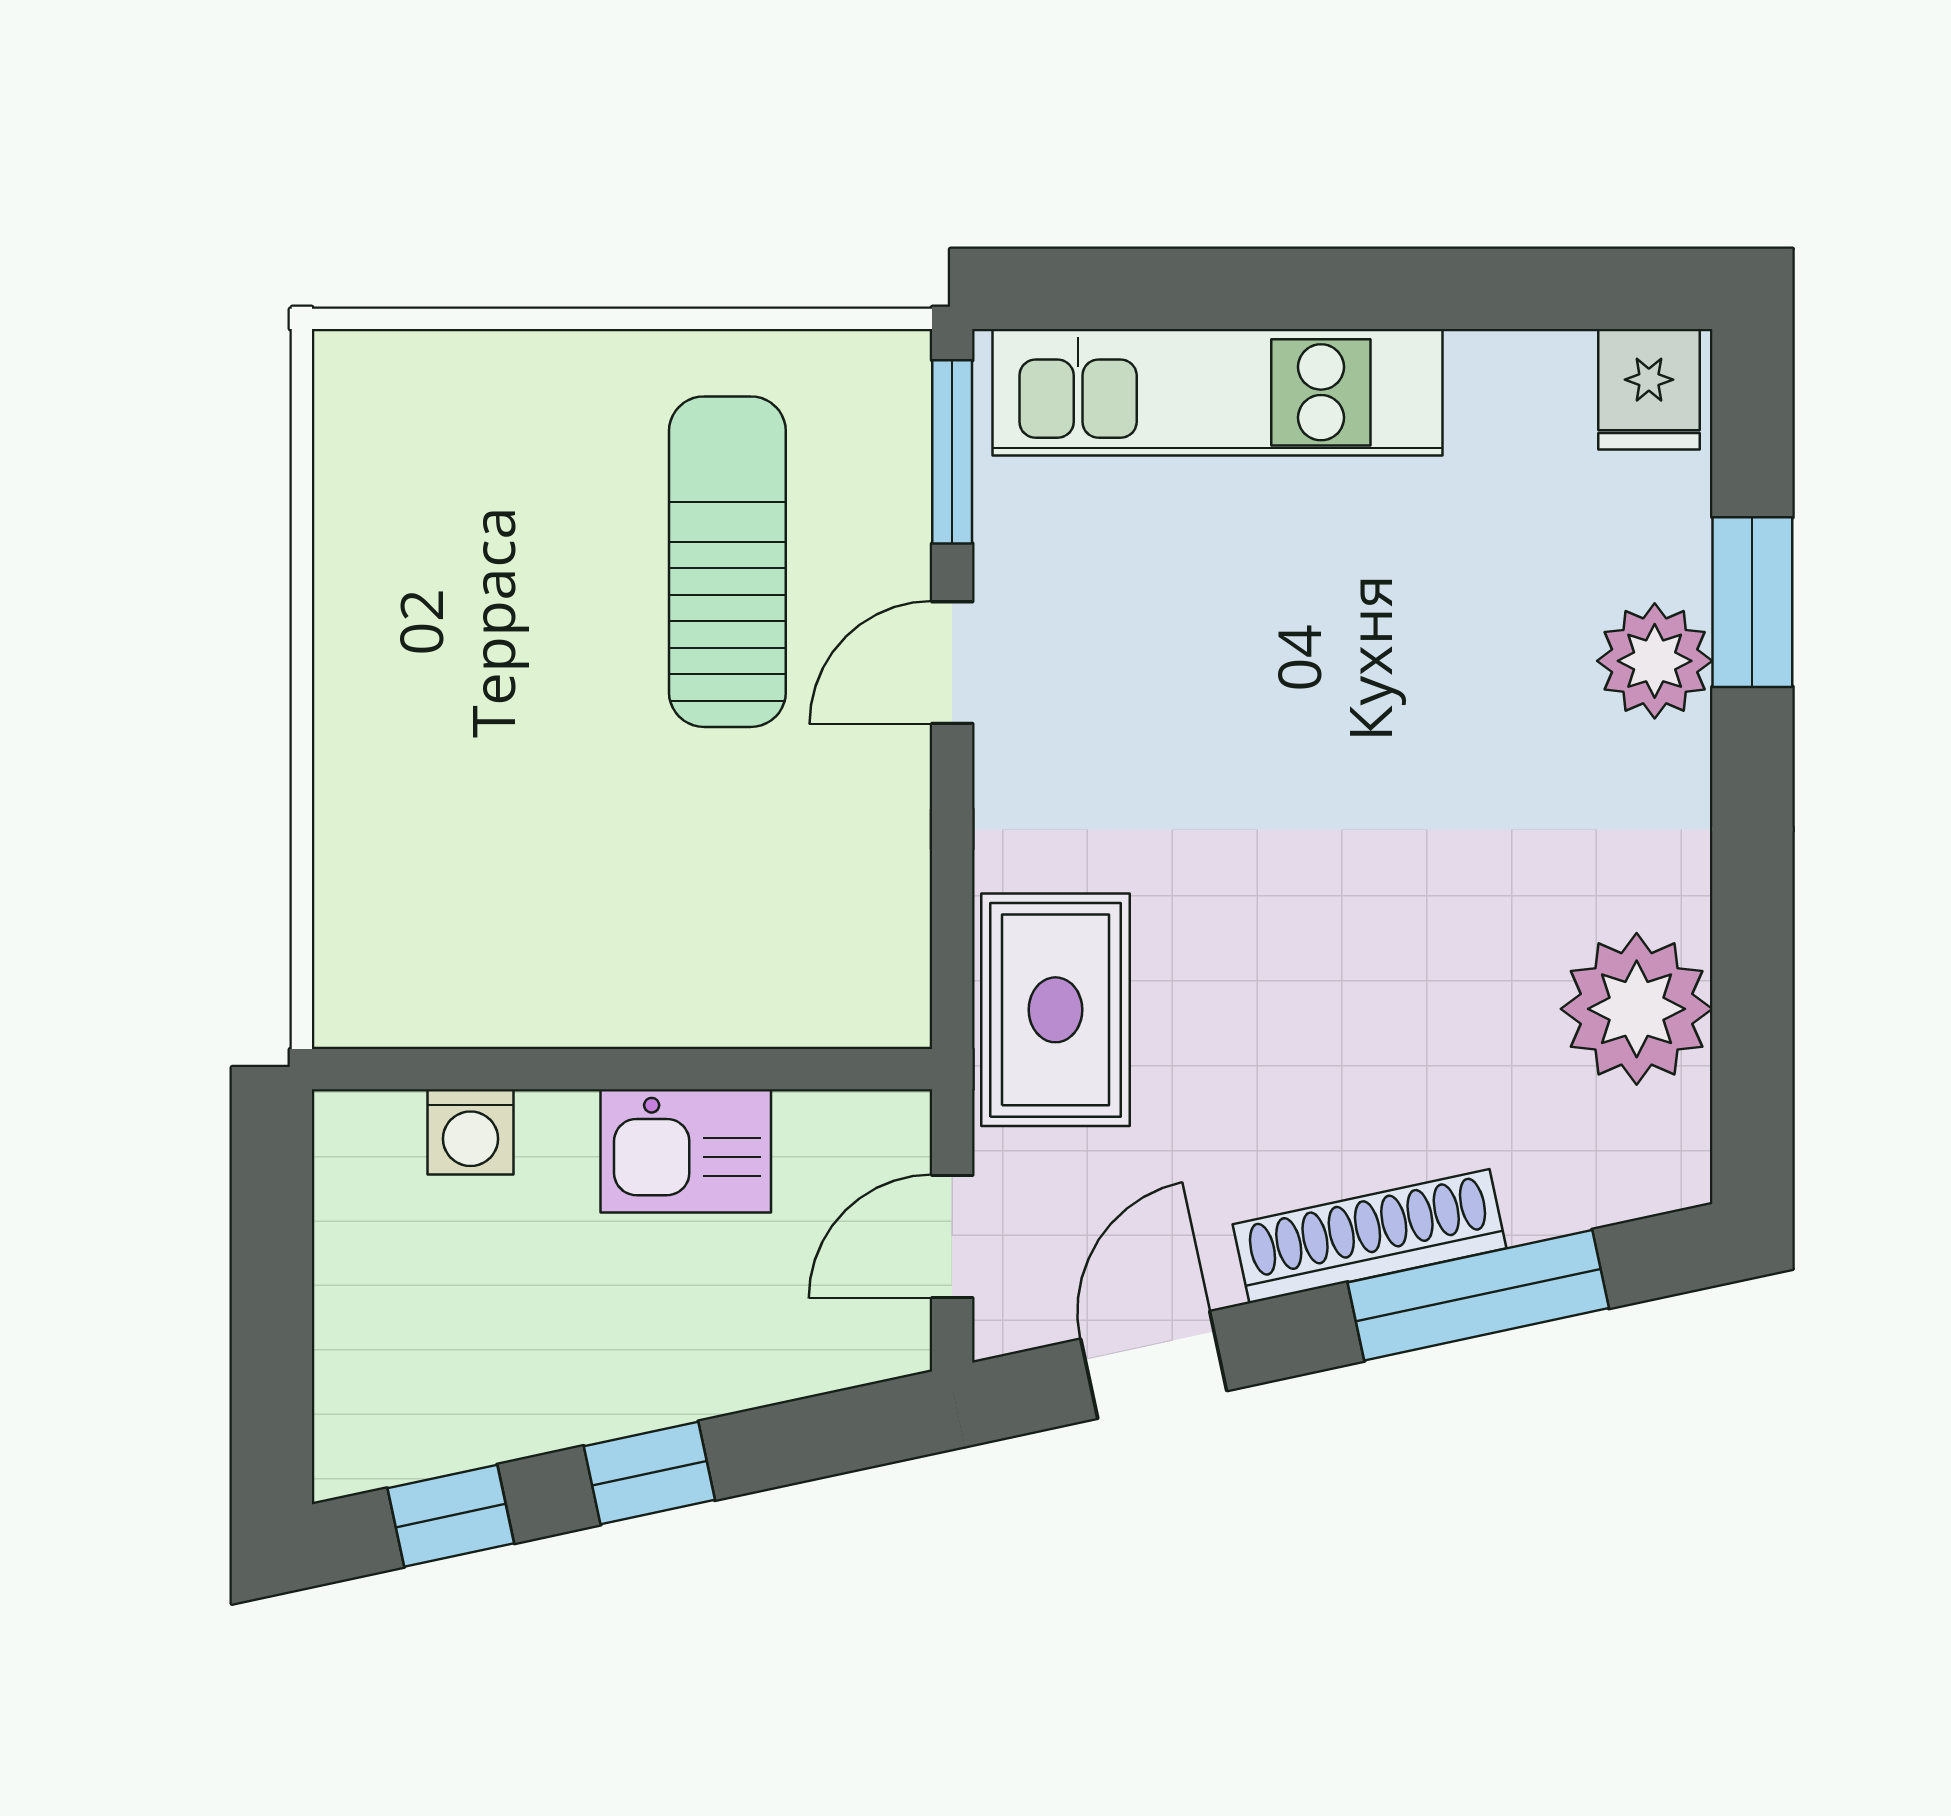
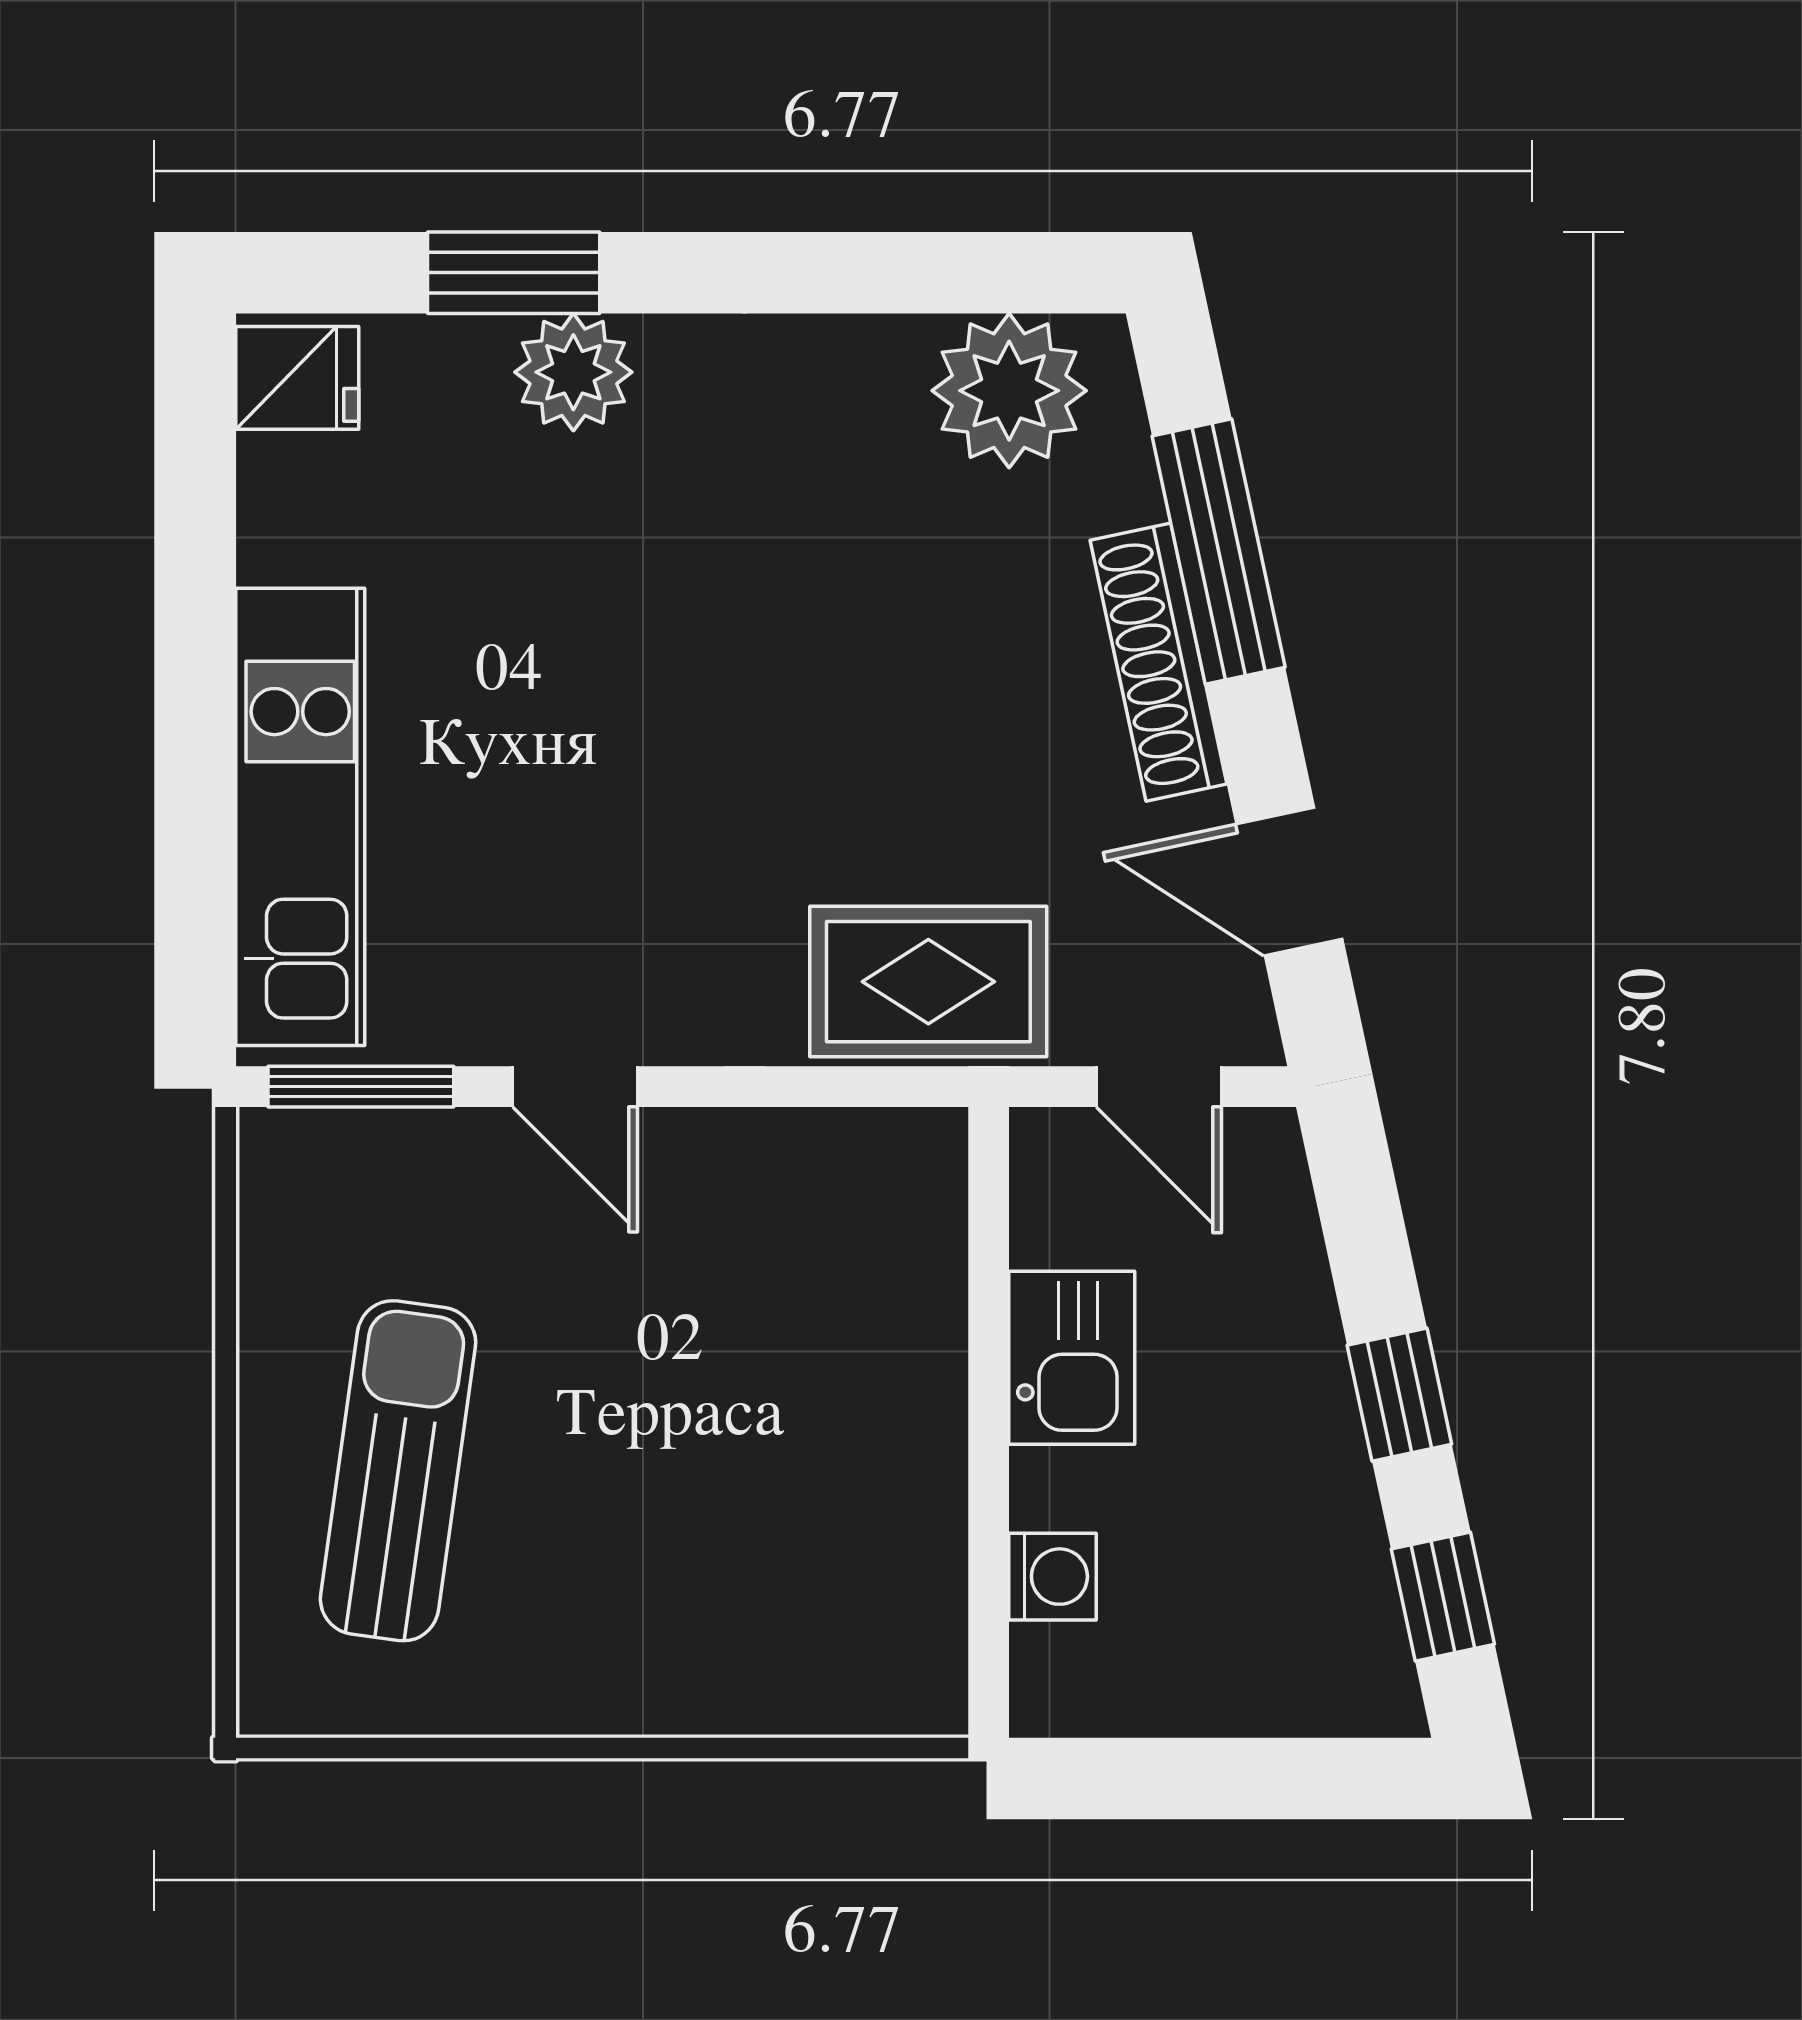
sun lounger: (727, 562) -> (398, 1471), moved, turned 98
plant: (1637, 1009) -> (1009, 391), moved

